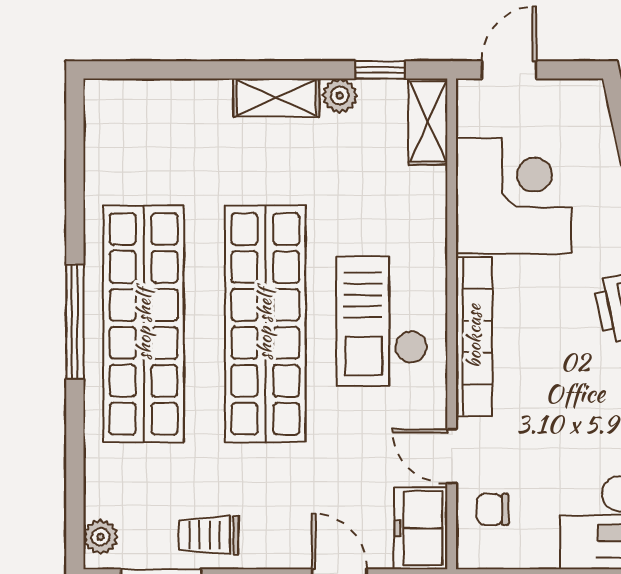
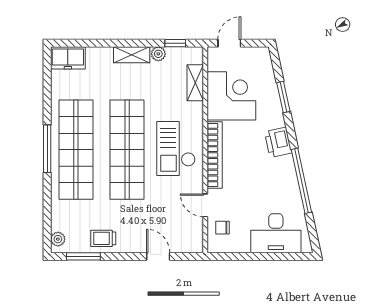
shelving: (428, 122) -> (195, 83), moved
freezer: (421, 528) -> (68, 58), moved, turned -90

